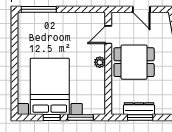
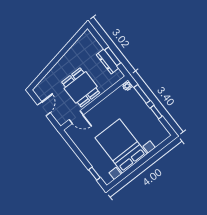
window: (39, 9) -> (94, 174), width x0.46
plant: (100, 62) -> (127, 86), moved
bed with nightstands: (50, 86) -> (121, 146), moved, turned 90

